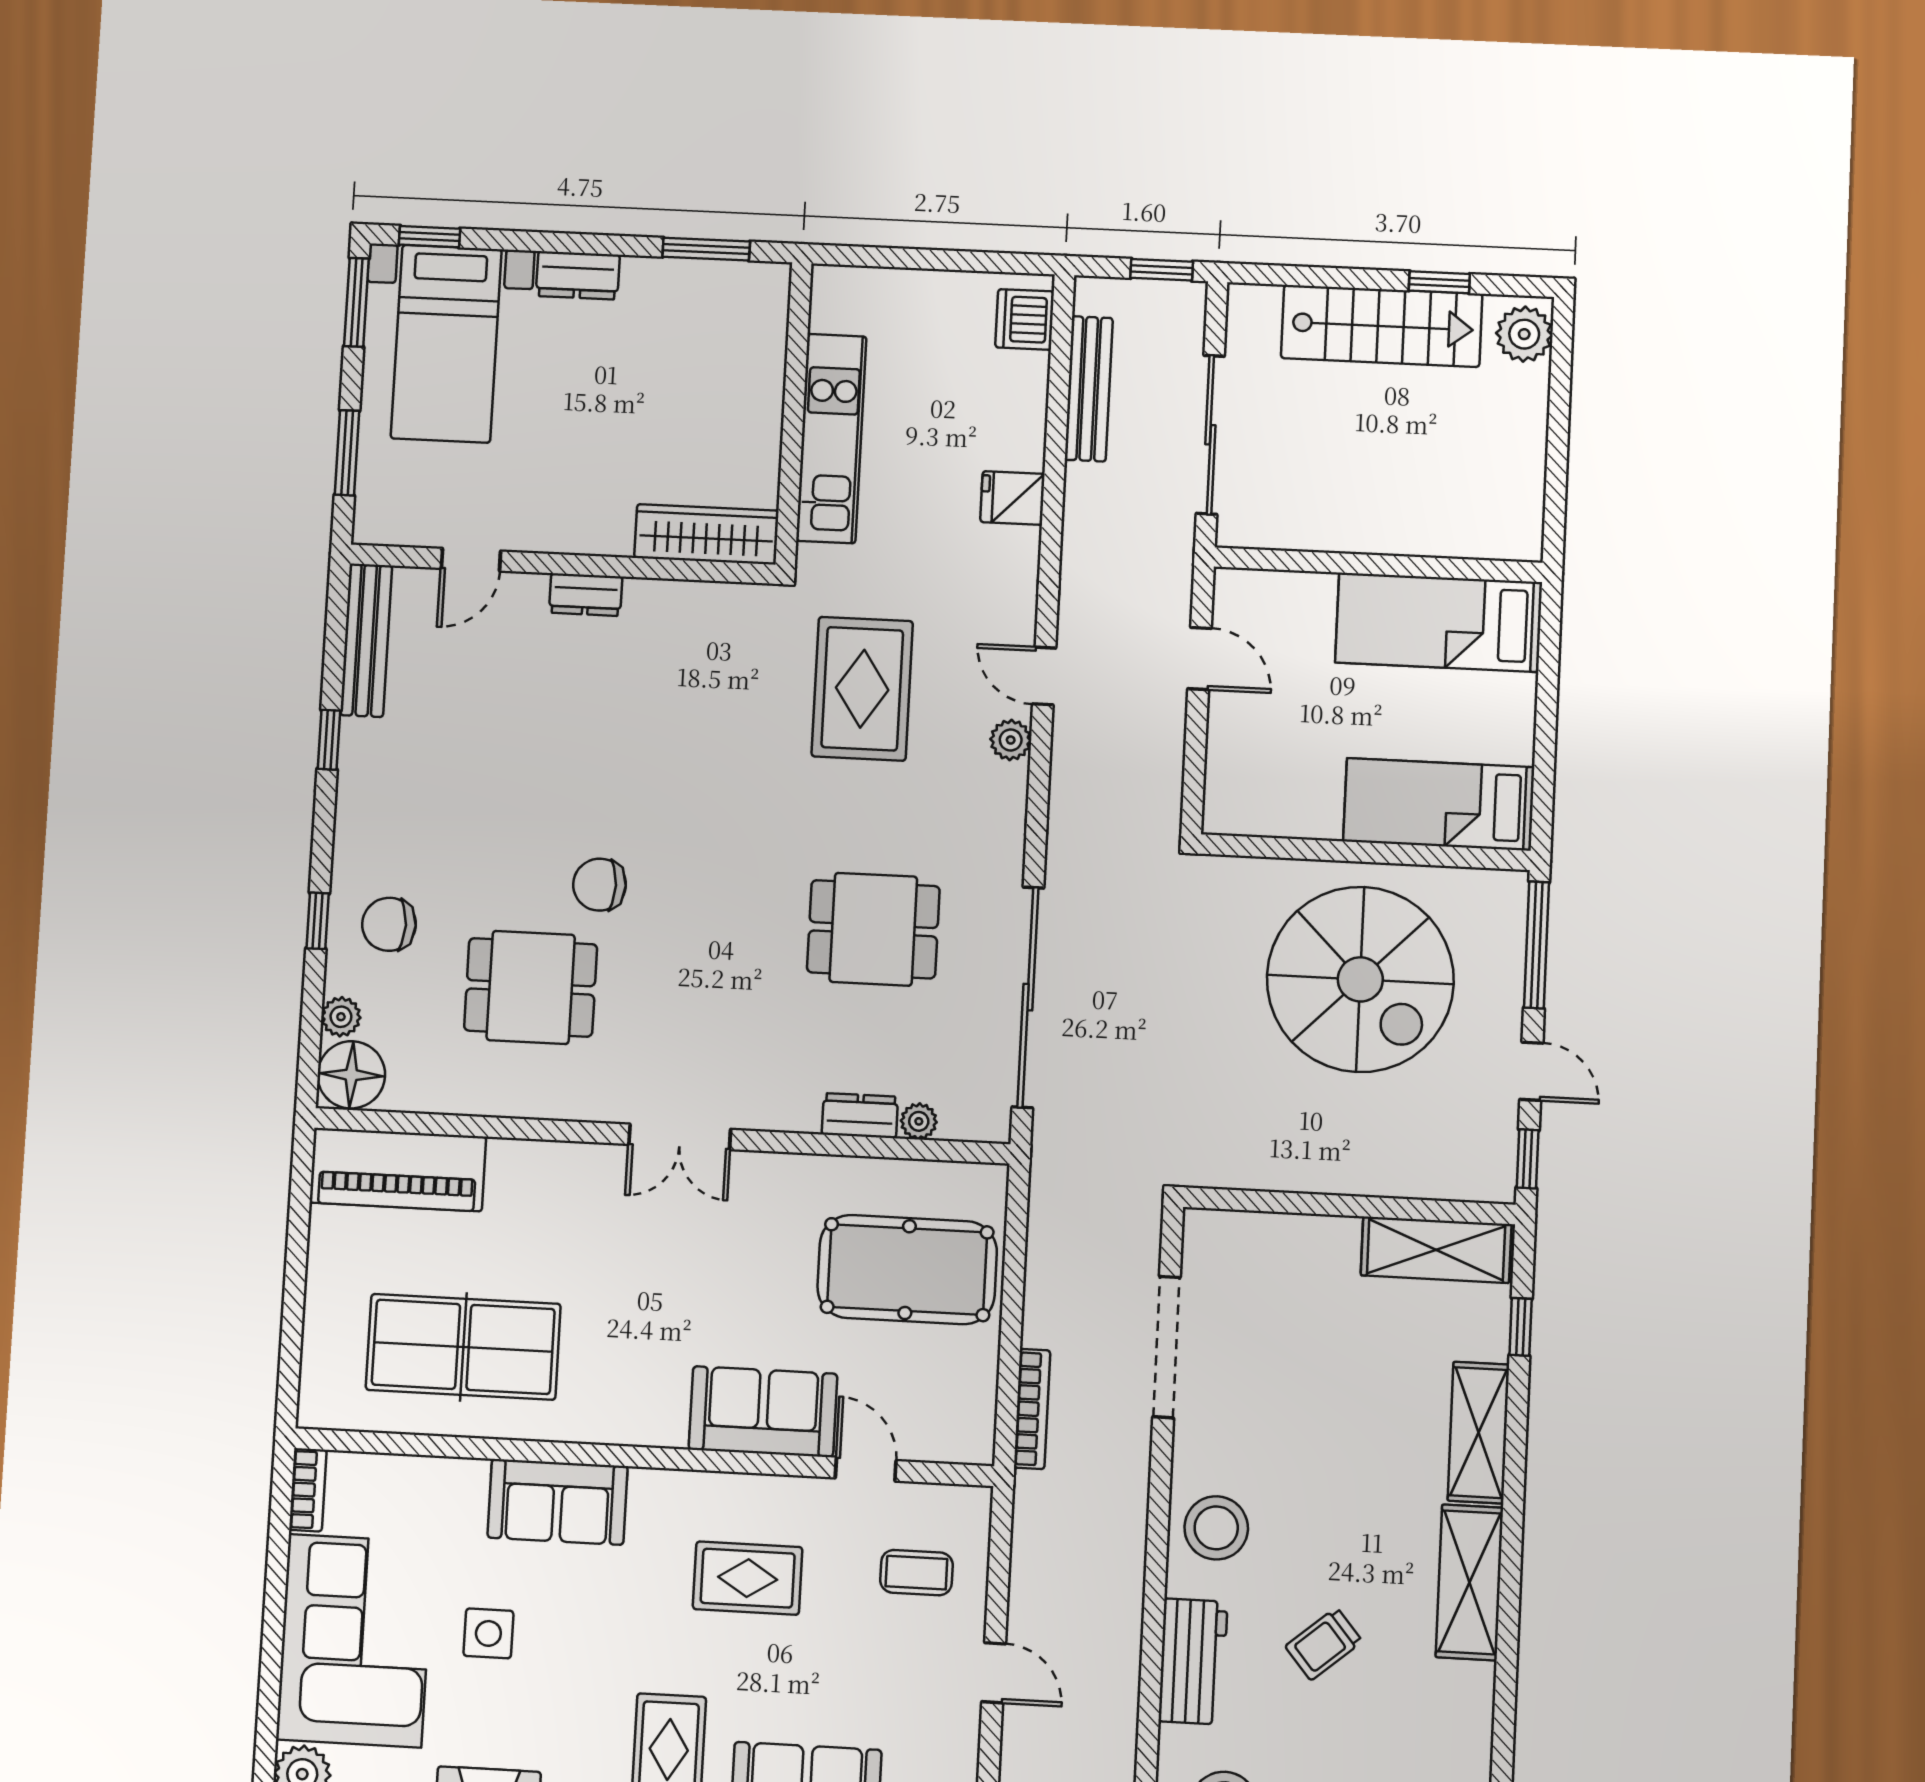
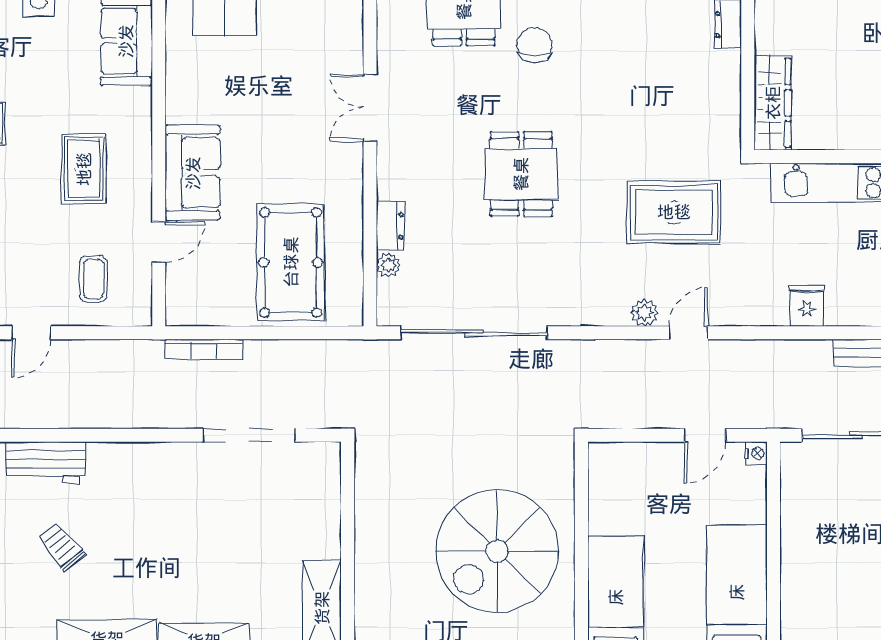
nightstand: (1231, 584) -> (756, 453), added
dining table: (873, 929) -> (521, 174), moved
stool: (1216, 1528) -> (133, 473), removed

